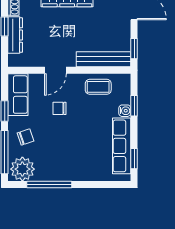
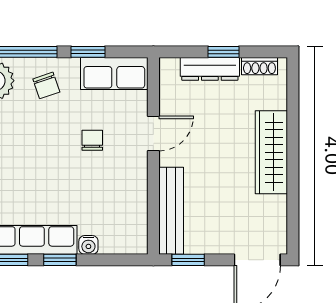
door: (55, 70) -> (153, 134), swing flipped
coffee table: (98, 87) -> (127, 202), removed
window: (134, 106) -> (60, 260), moved

